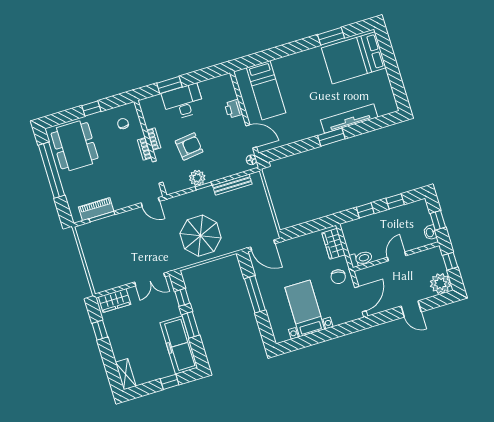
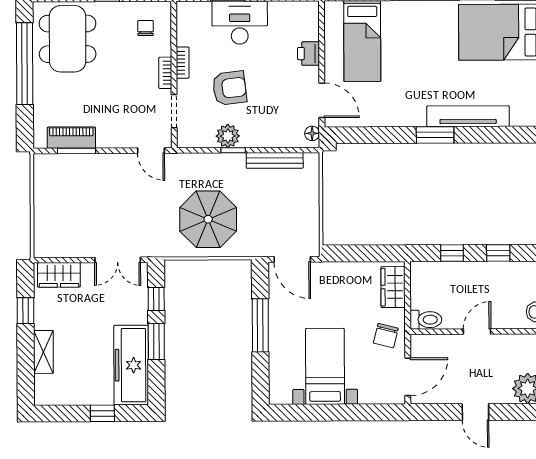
shelving: (126, 374) -> (43, 352), moved

